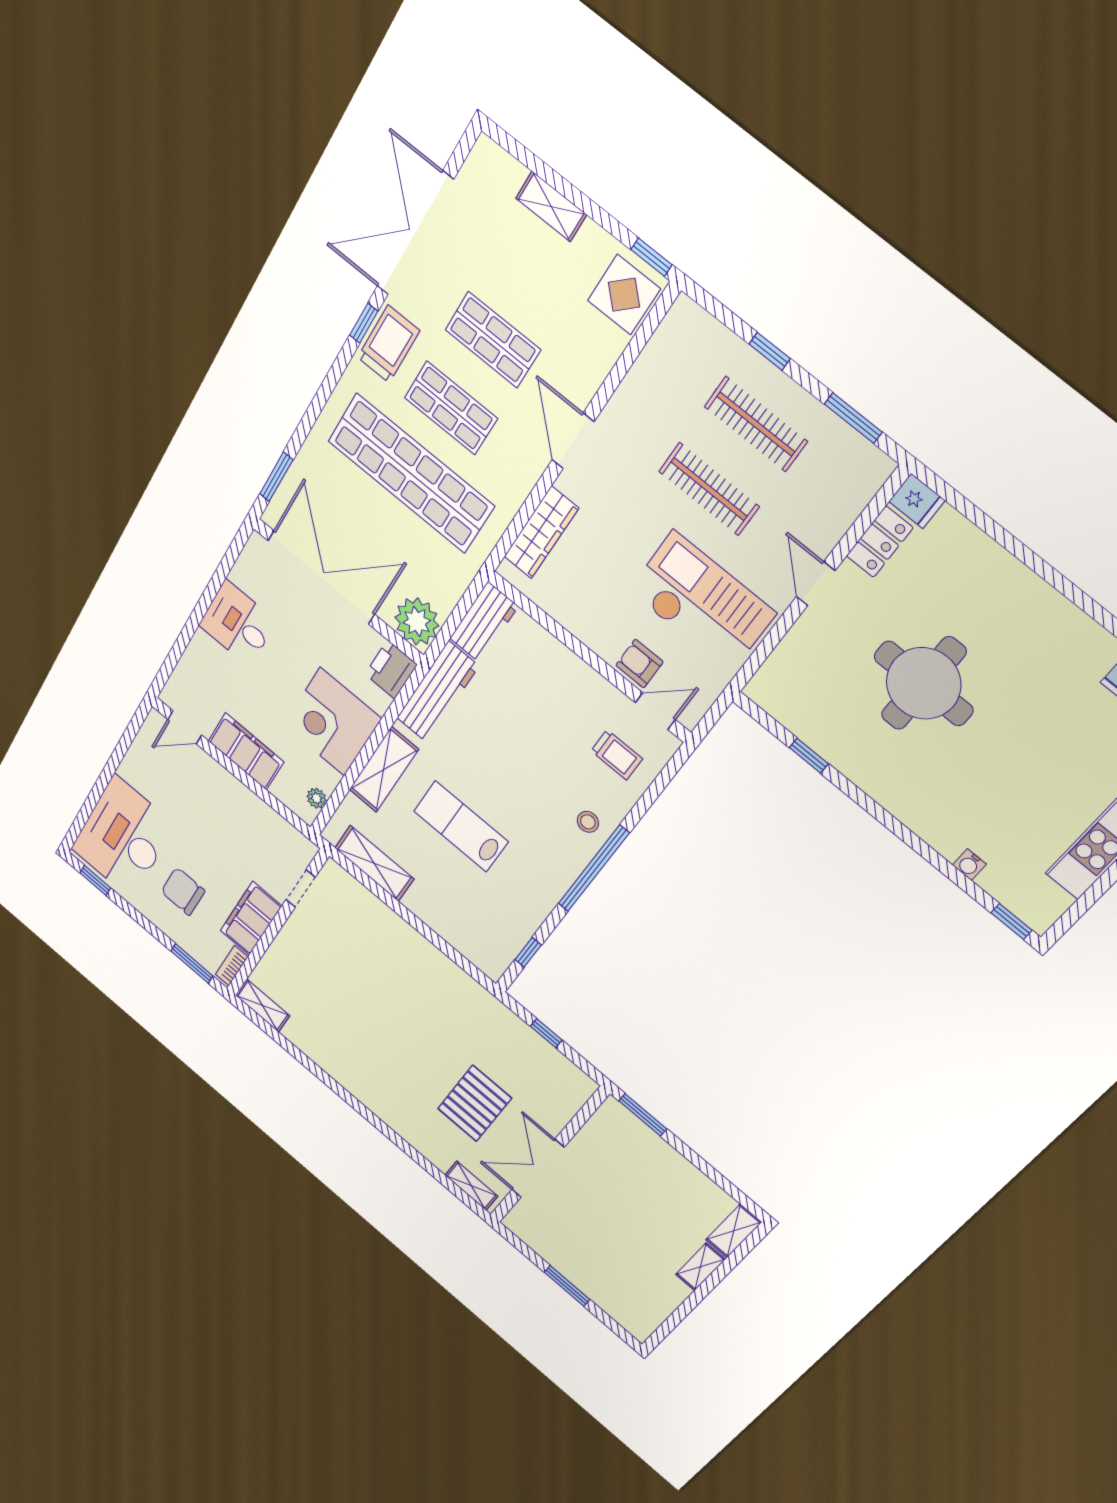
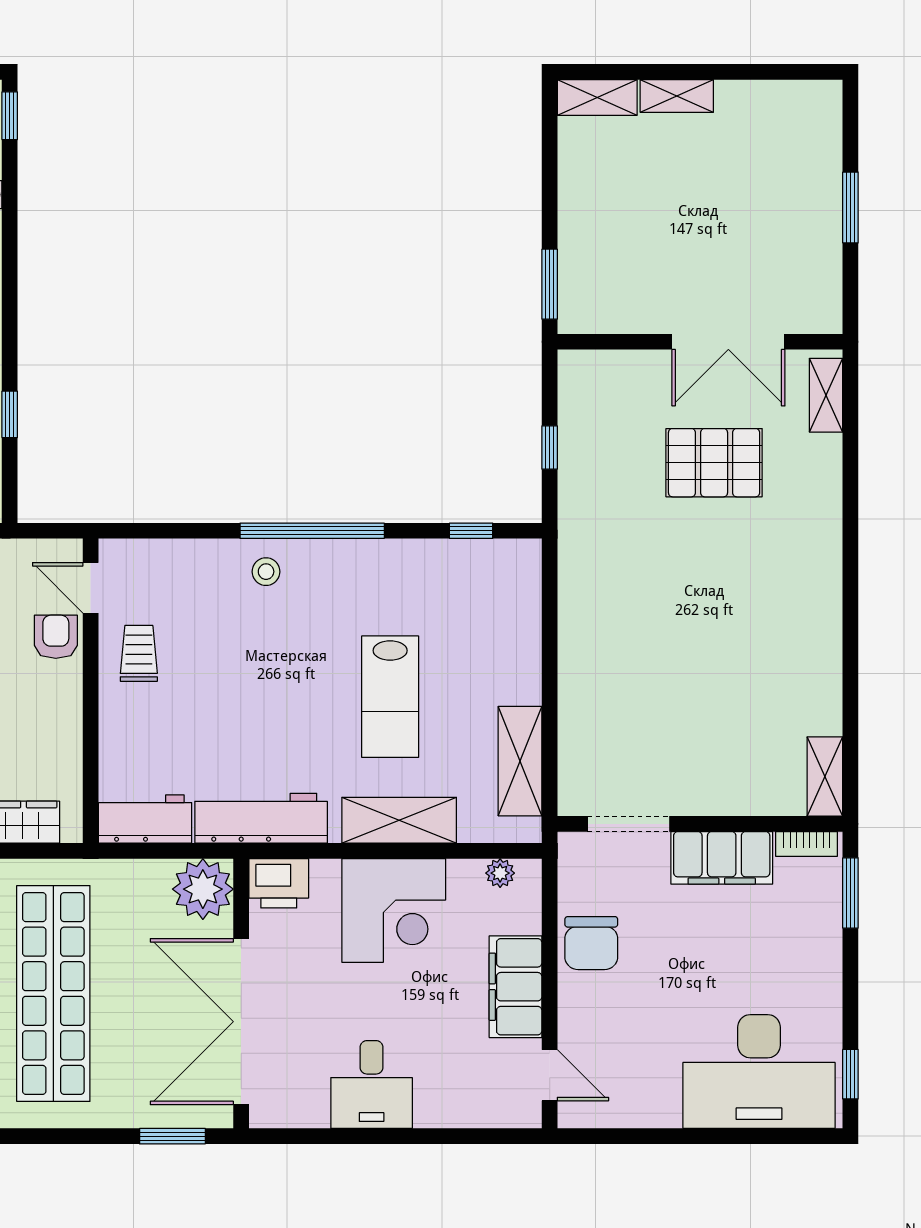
armchair: (639, 664) -> (56, 637), turned 180
trolley: (617, 755) -> (139, 653), moved
doorway: (301, 888) -> (629, 824), width x1.38
chair: (183, 891) -> (591, 943), moved

